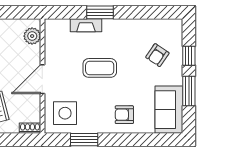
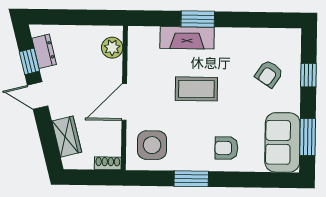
fireplace: (86, 25) -> (187, 38), width x1.37, depth x1.32
window: (189, 91) -> (308, 137), moved
window: (84, 140) -> (191, 179), moved

